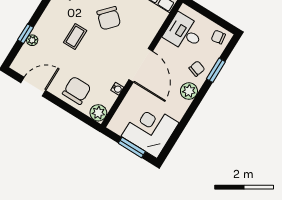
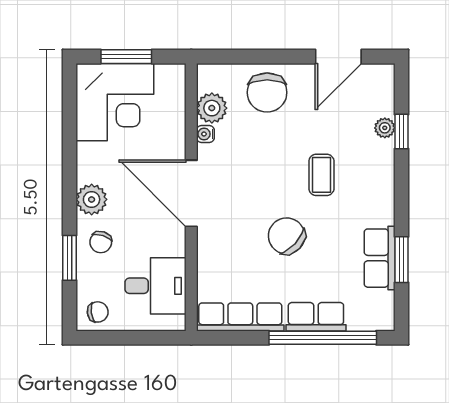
plant: (98, 113) -> (212, 108), moved

